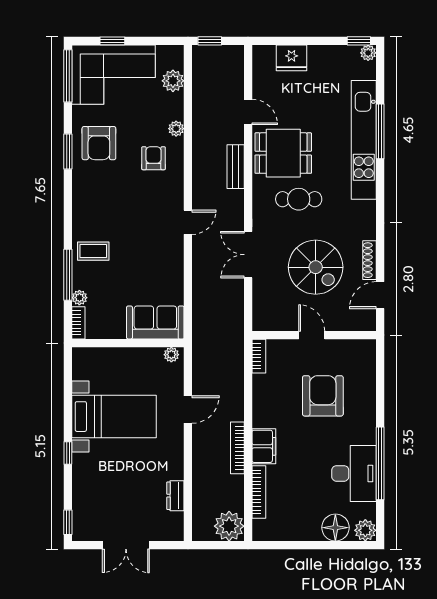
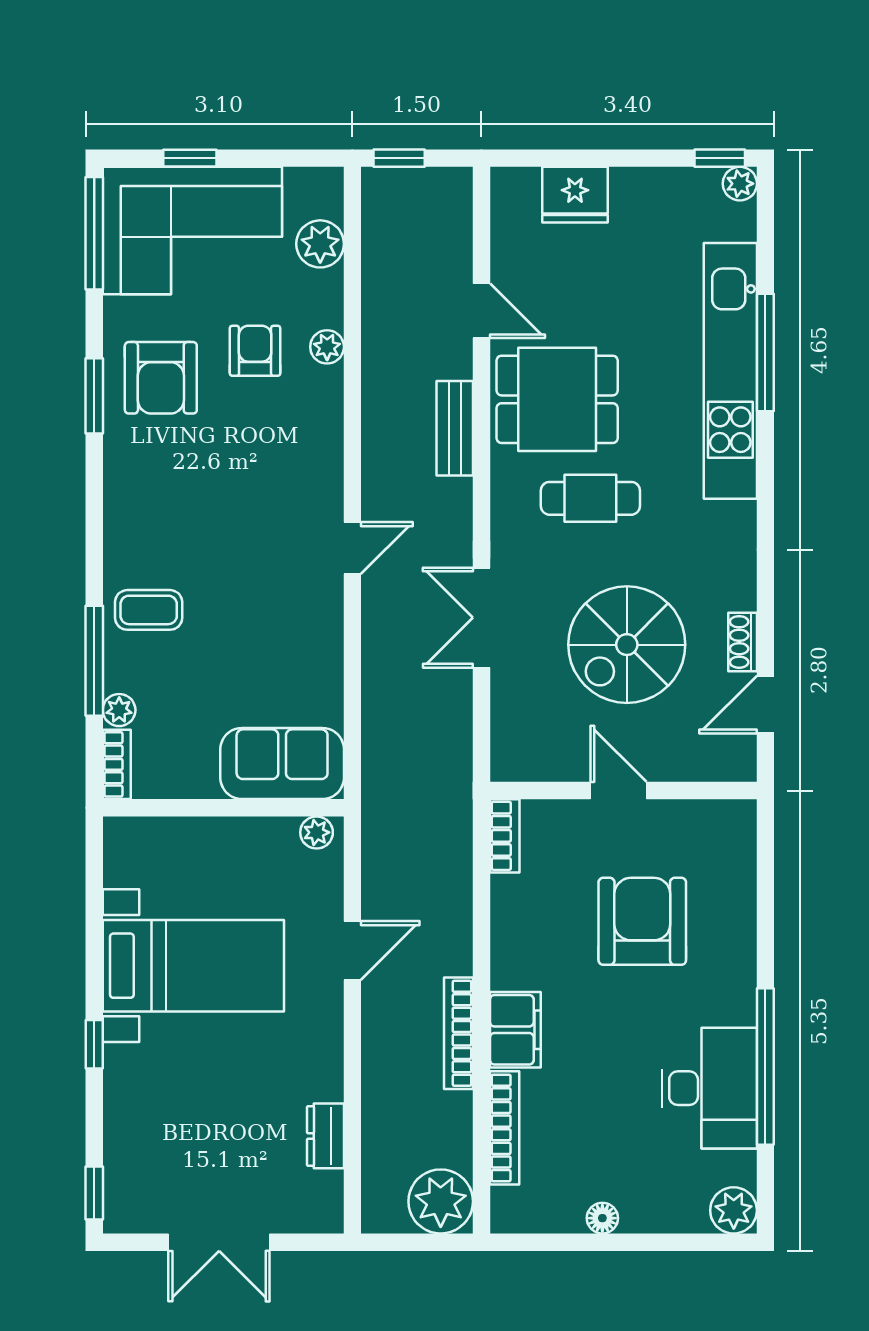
armchair: (154, 158) -> (255, 351), moved
shoe rack: (369, 260) -> (743, 642), width x0.70
spiral stairs: (316, 267) -> (627, 645), turned 90
floor lamp: (335, 528) -> (602, 1218), moved, width x0.53, depth x0.53

